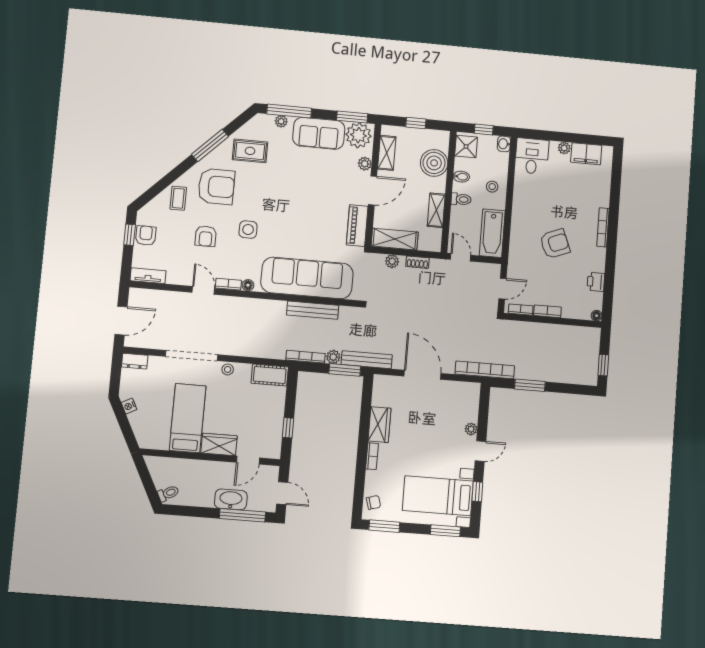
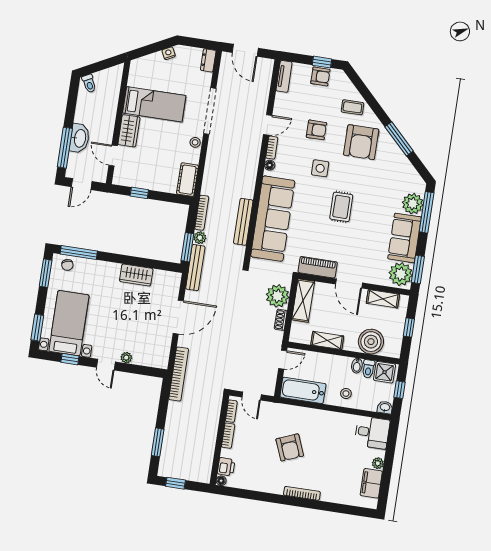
plant: (281, 121) -> (413, 204), width x1.88, depth x1.88
rug: (250, 151) -> (341, 207), moved
plant: (365, 164) -> (374, 278), removed
toilet: (461, 199) -> (368, 369), moved
armchair: (206, 236) -> (316, 130), turned 180
plant: (392, 261) -> (278, 296), width x1.88, depth x1.88
printer: (596, 282) -> (226, 467), moved, turned 90
window: (530, 385) -> (158, 442), moved
bookcase: (372, 456) -> (109, 266), removed
window: (359, 491) -> (79, 253), added

